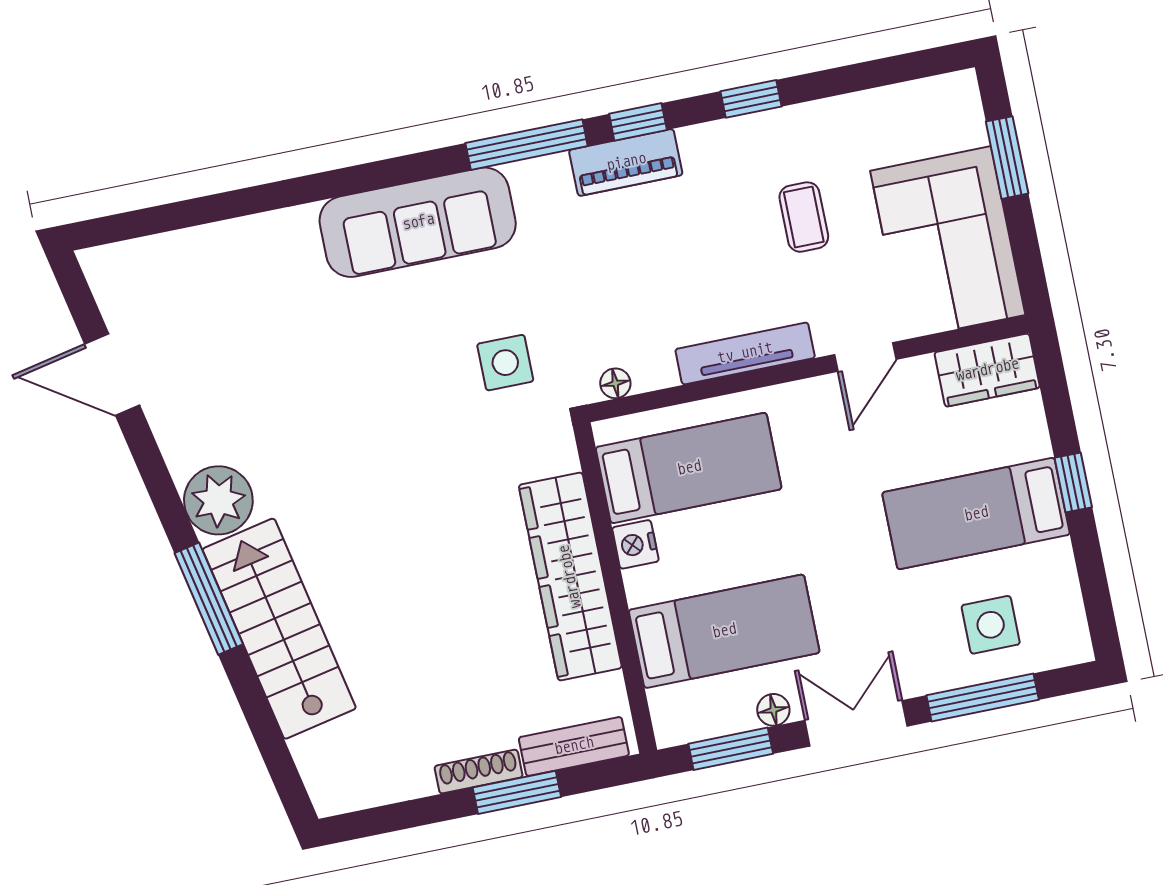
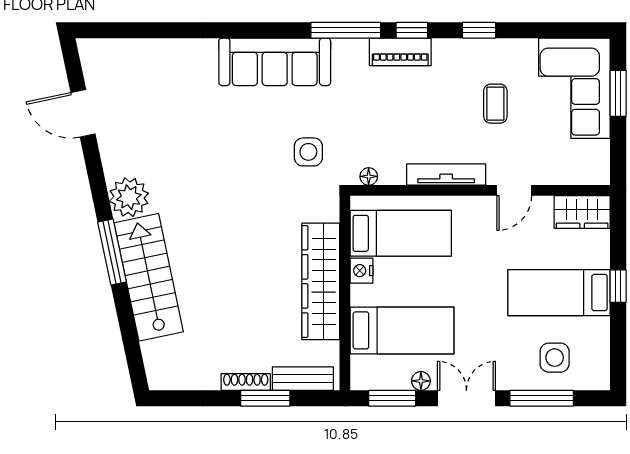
corner sofa: (948, 243) -> (574, 88), moved

